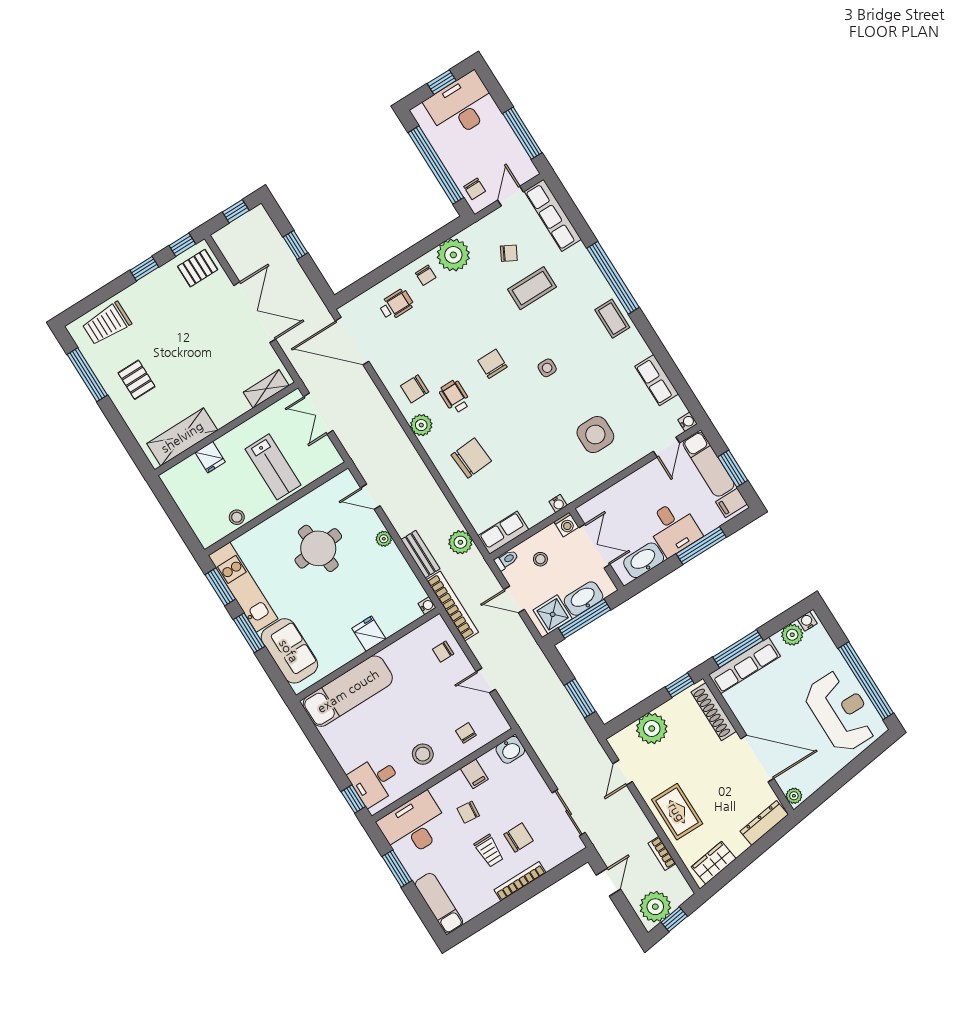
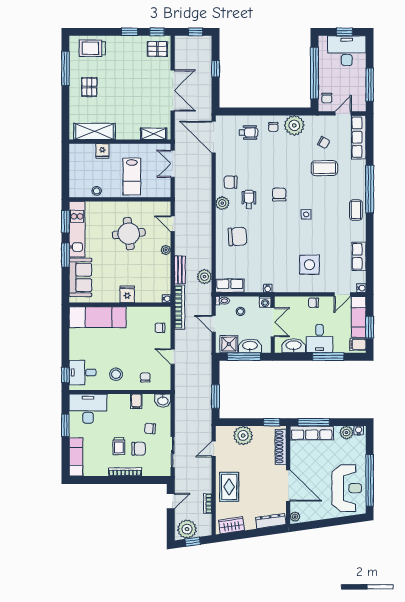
chair: (634, 484) -> (313, 303), added
chair: (468, 812) -> (150, 428), moved

